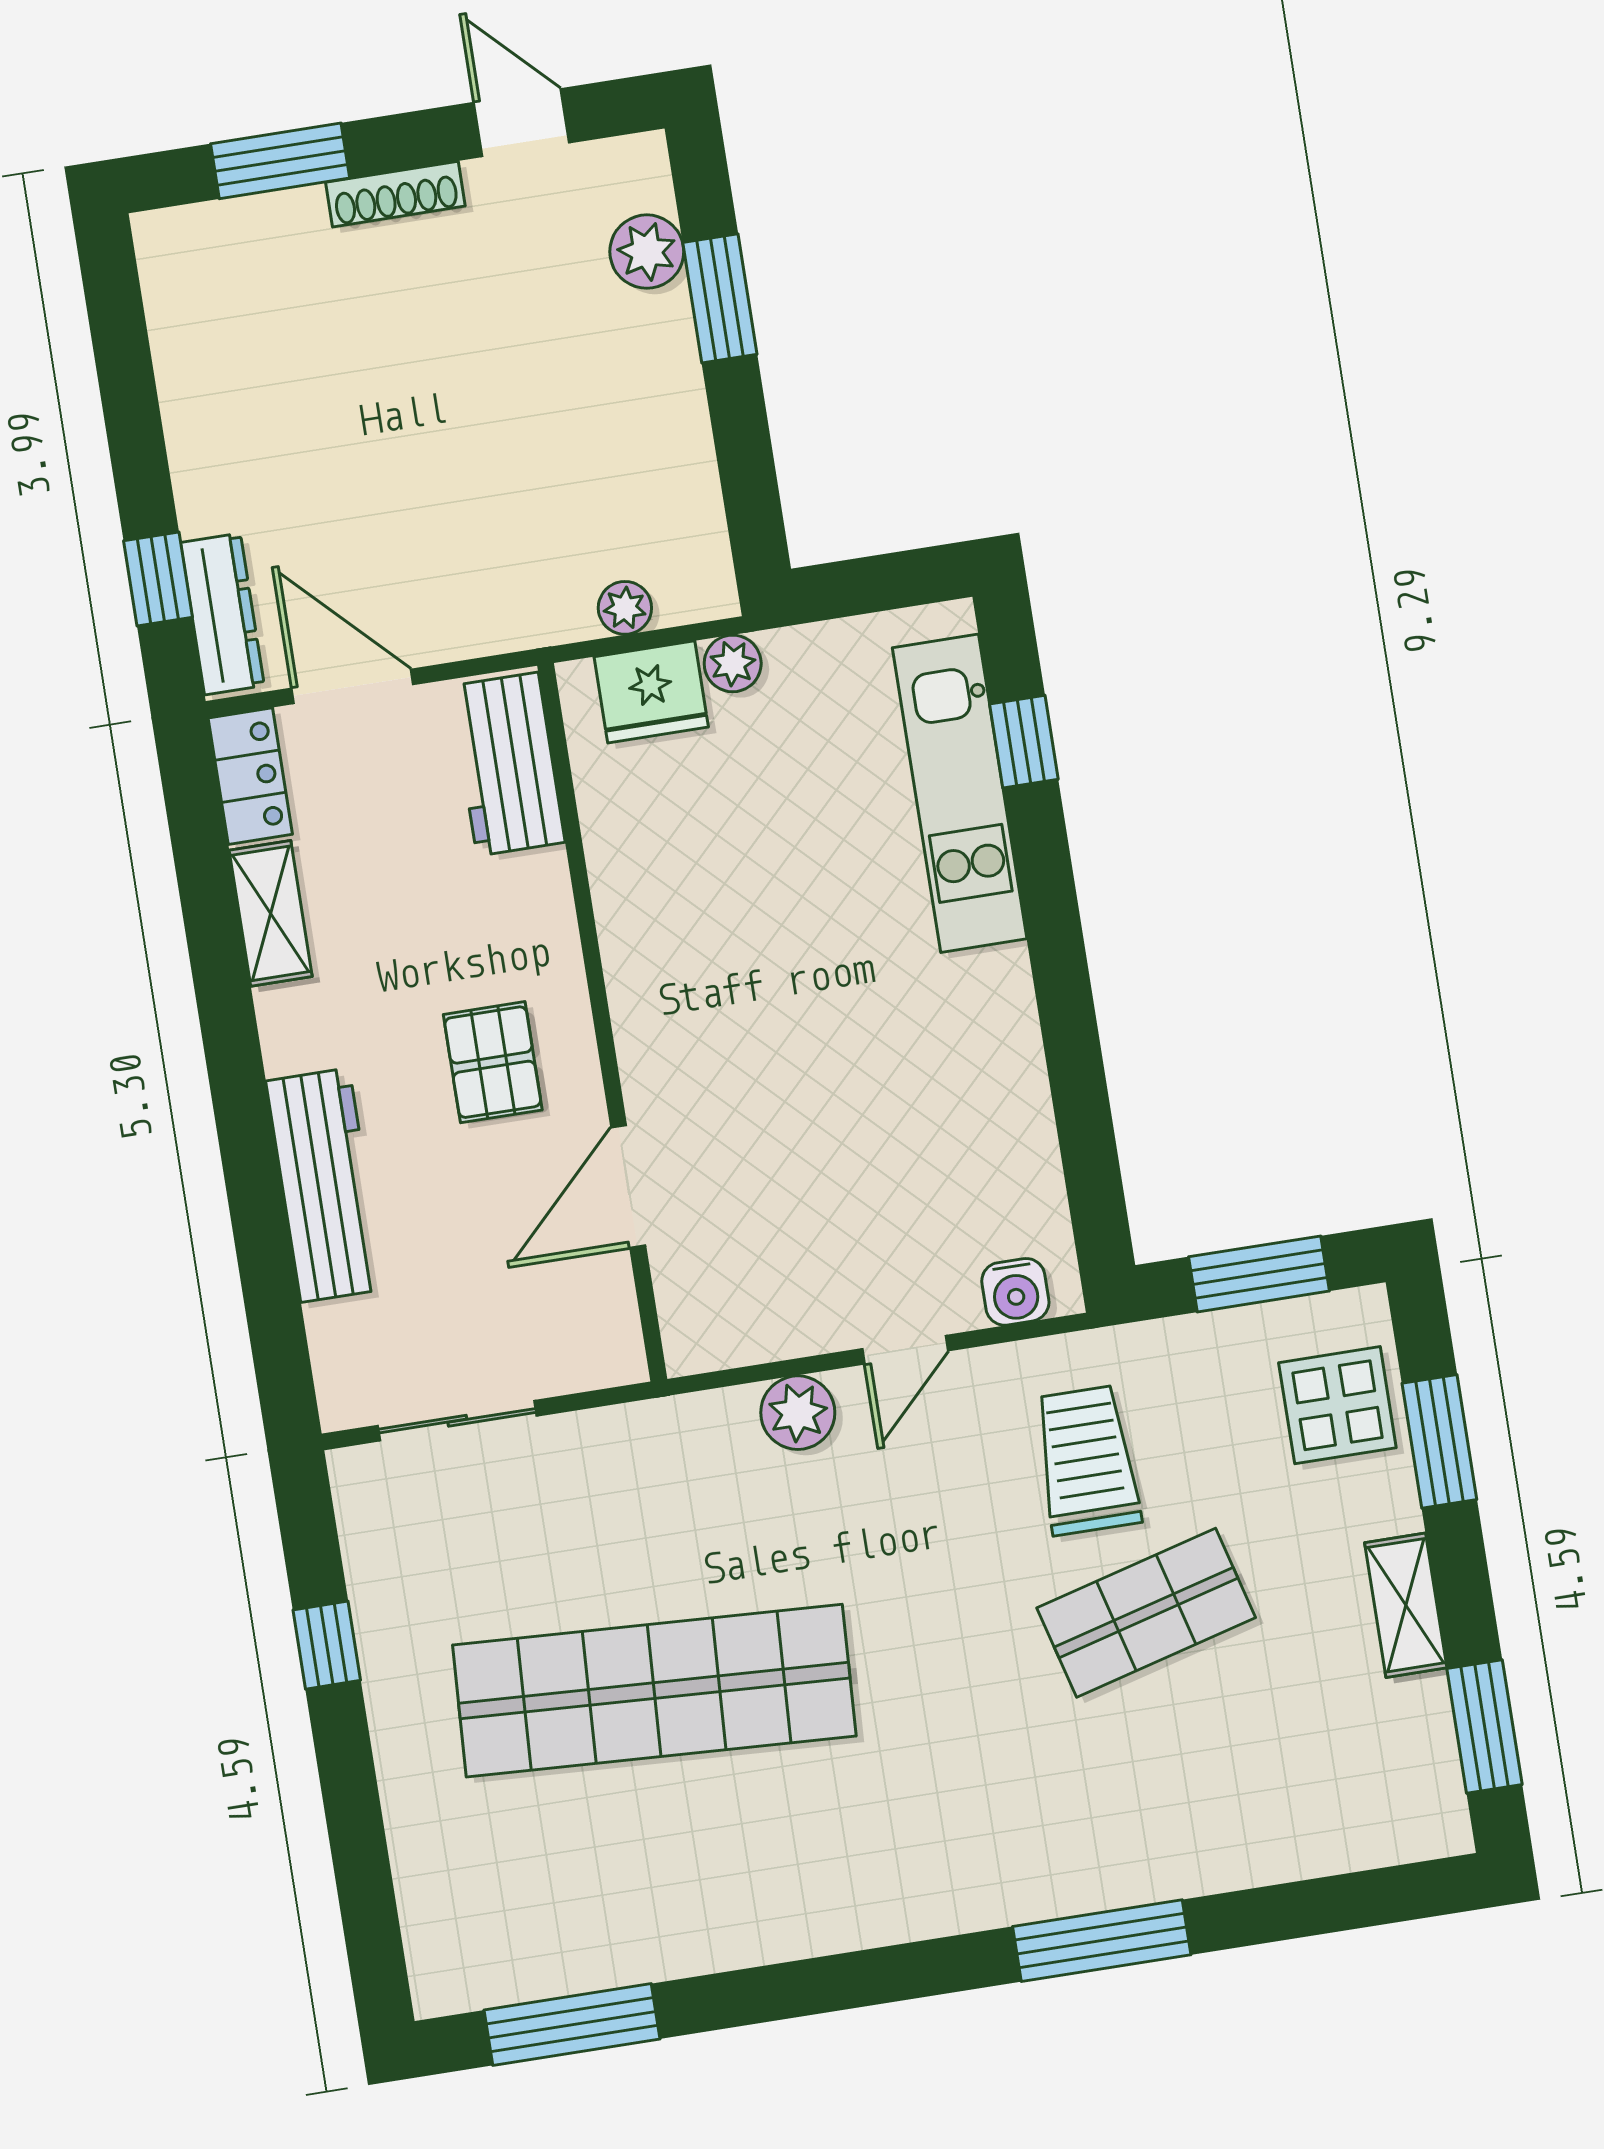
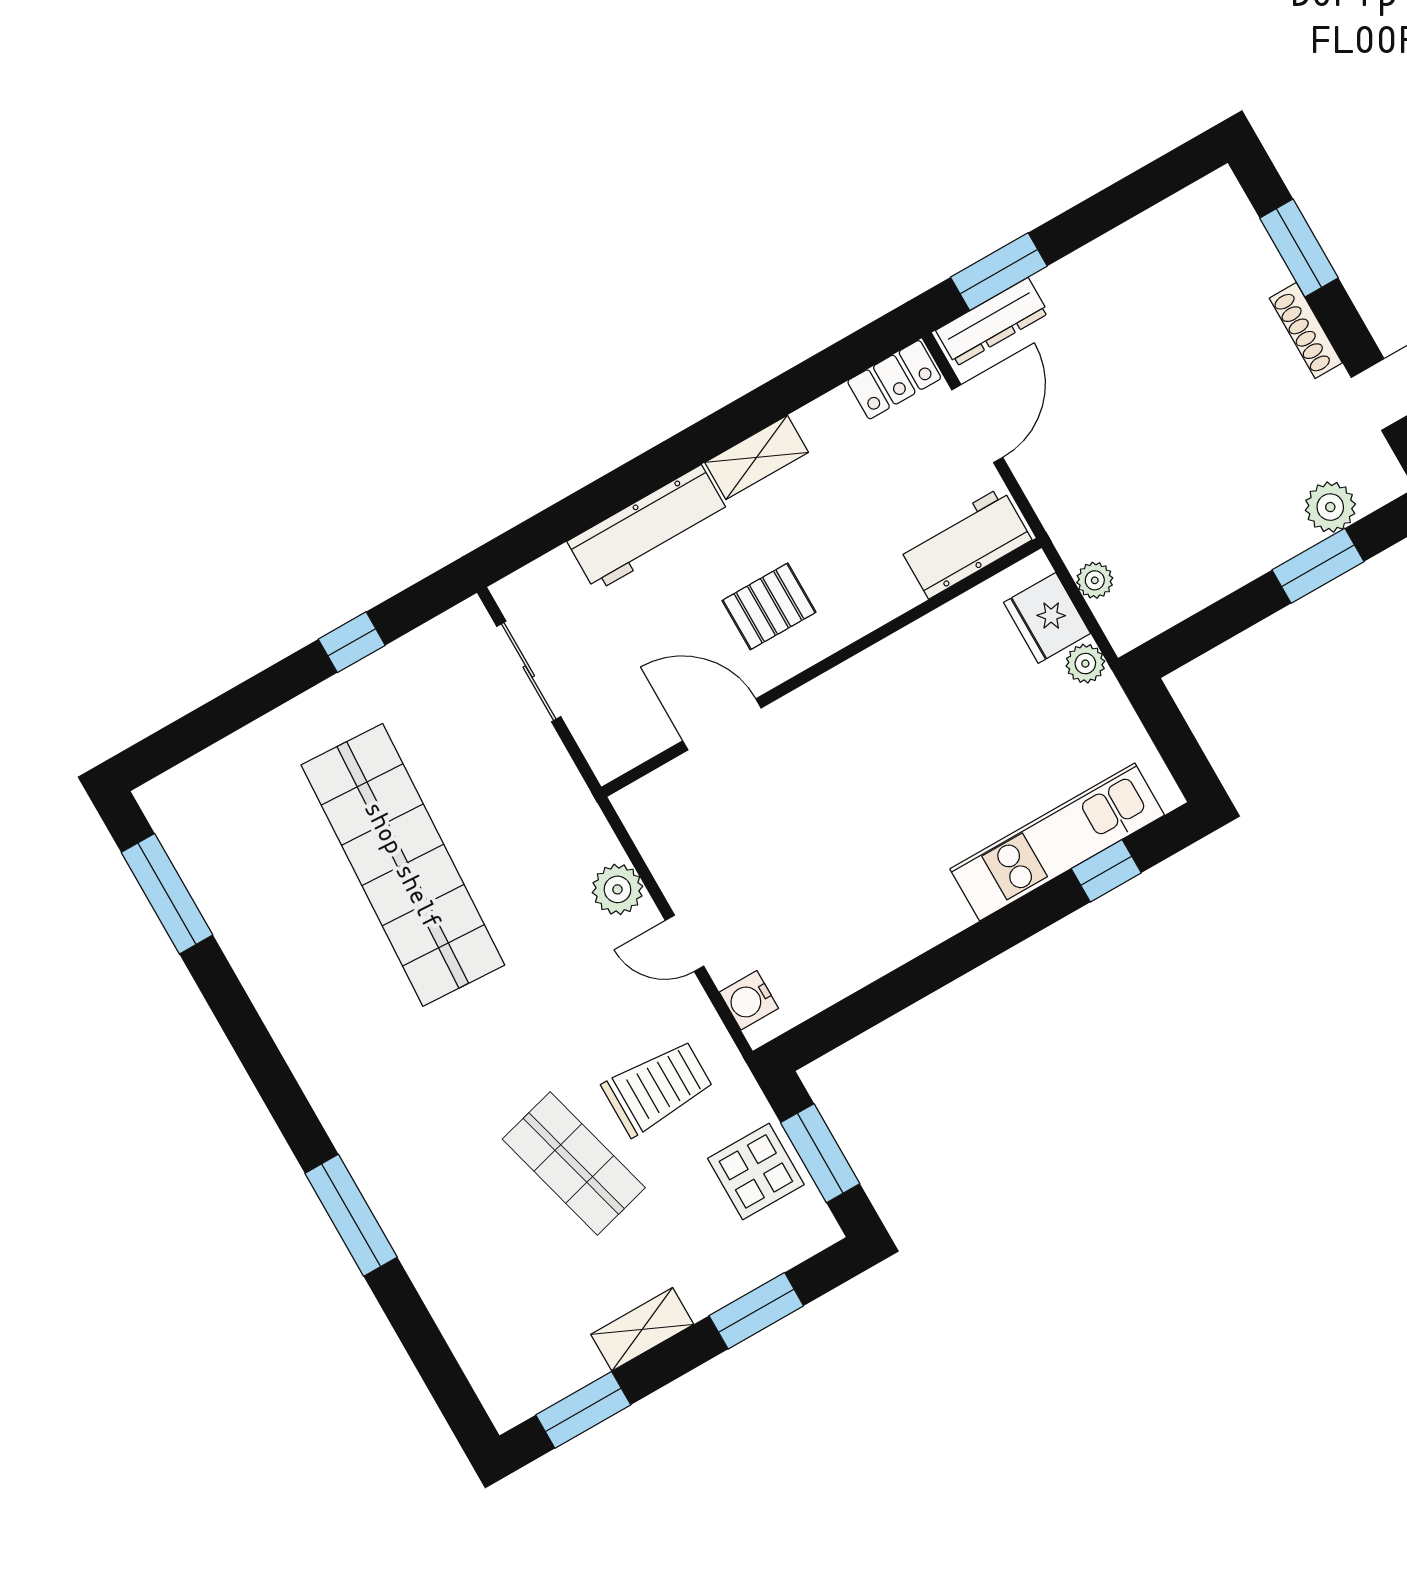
window: (158, 579) -> (999, 272), width x1.50
shelving: (271, 913) -> (757, 457), moved
display table: (1337, 1405) -> (756, 1171), moved

